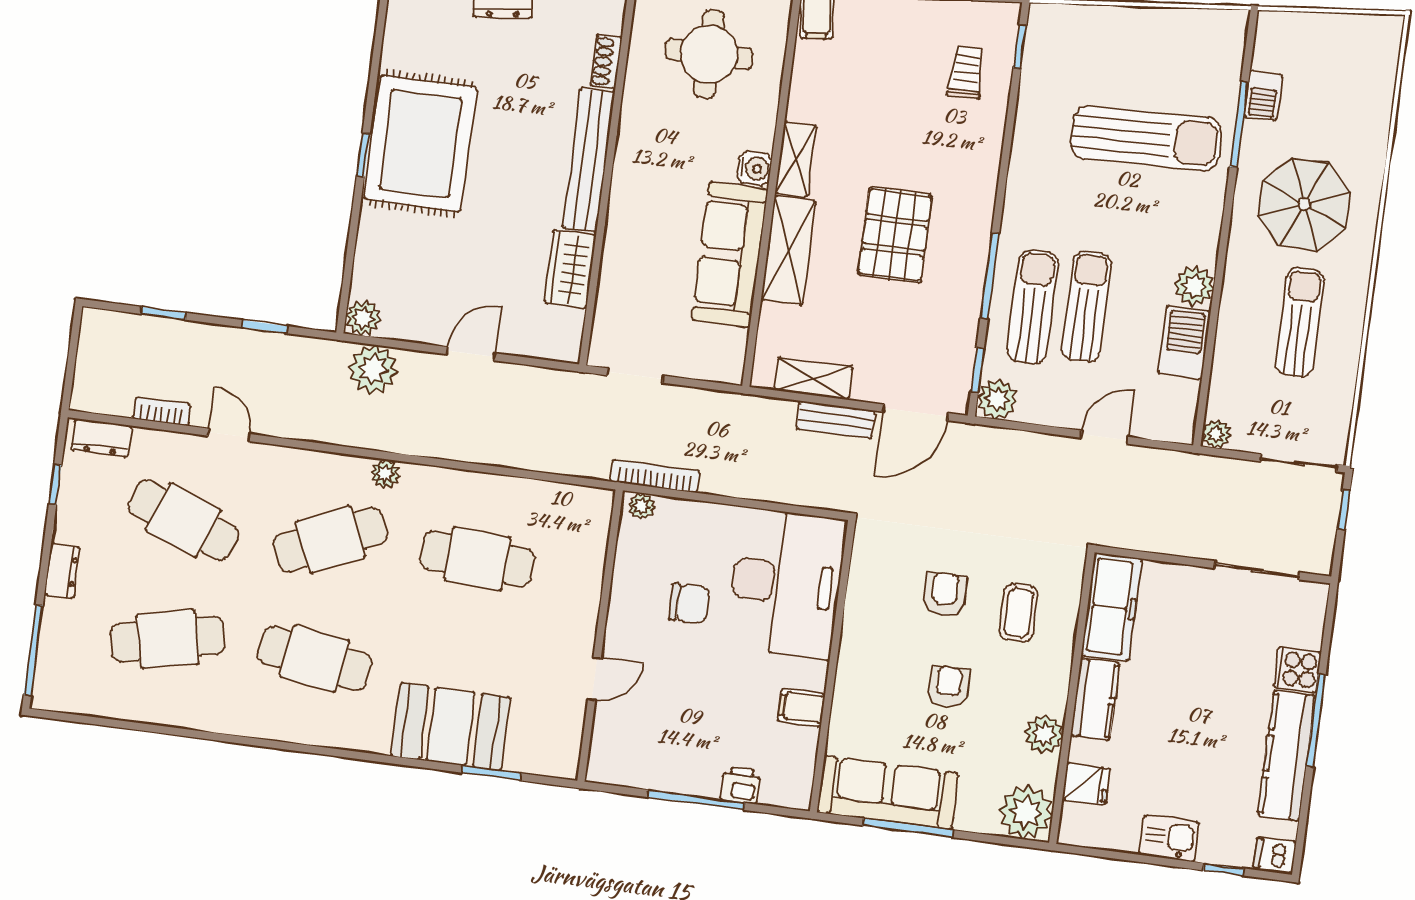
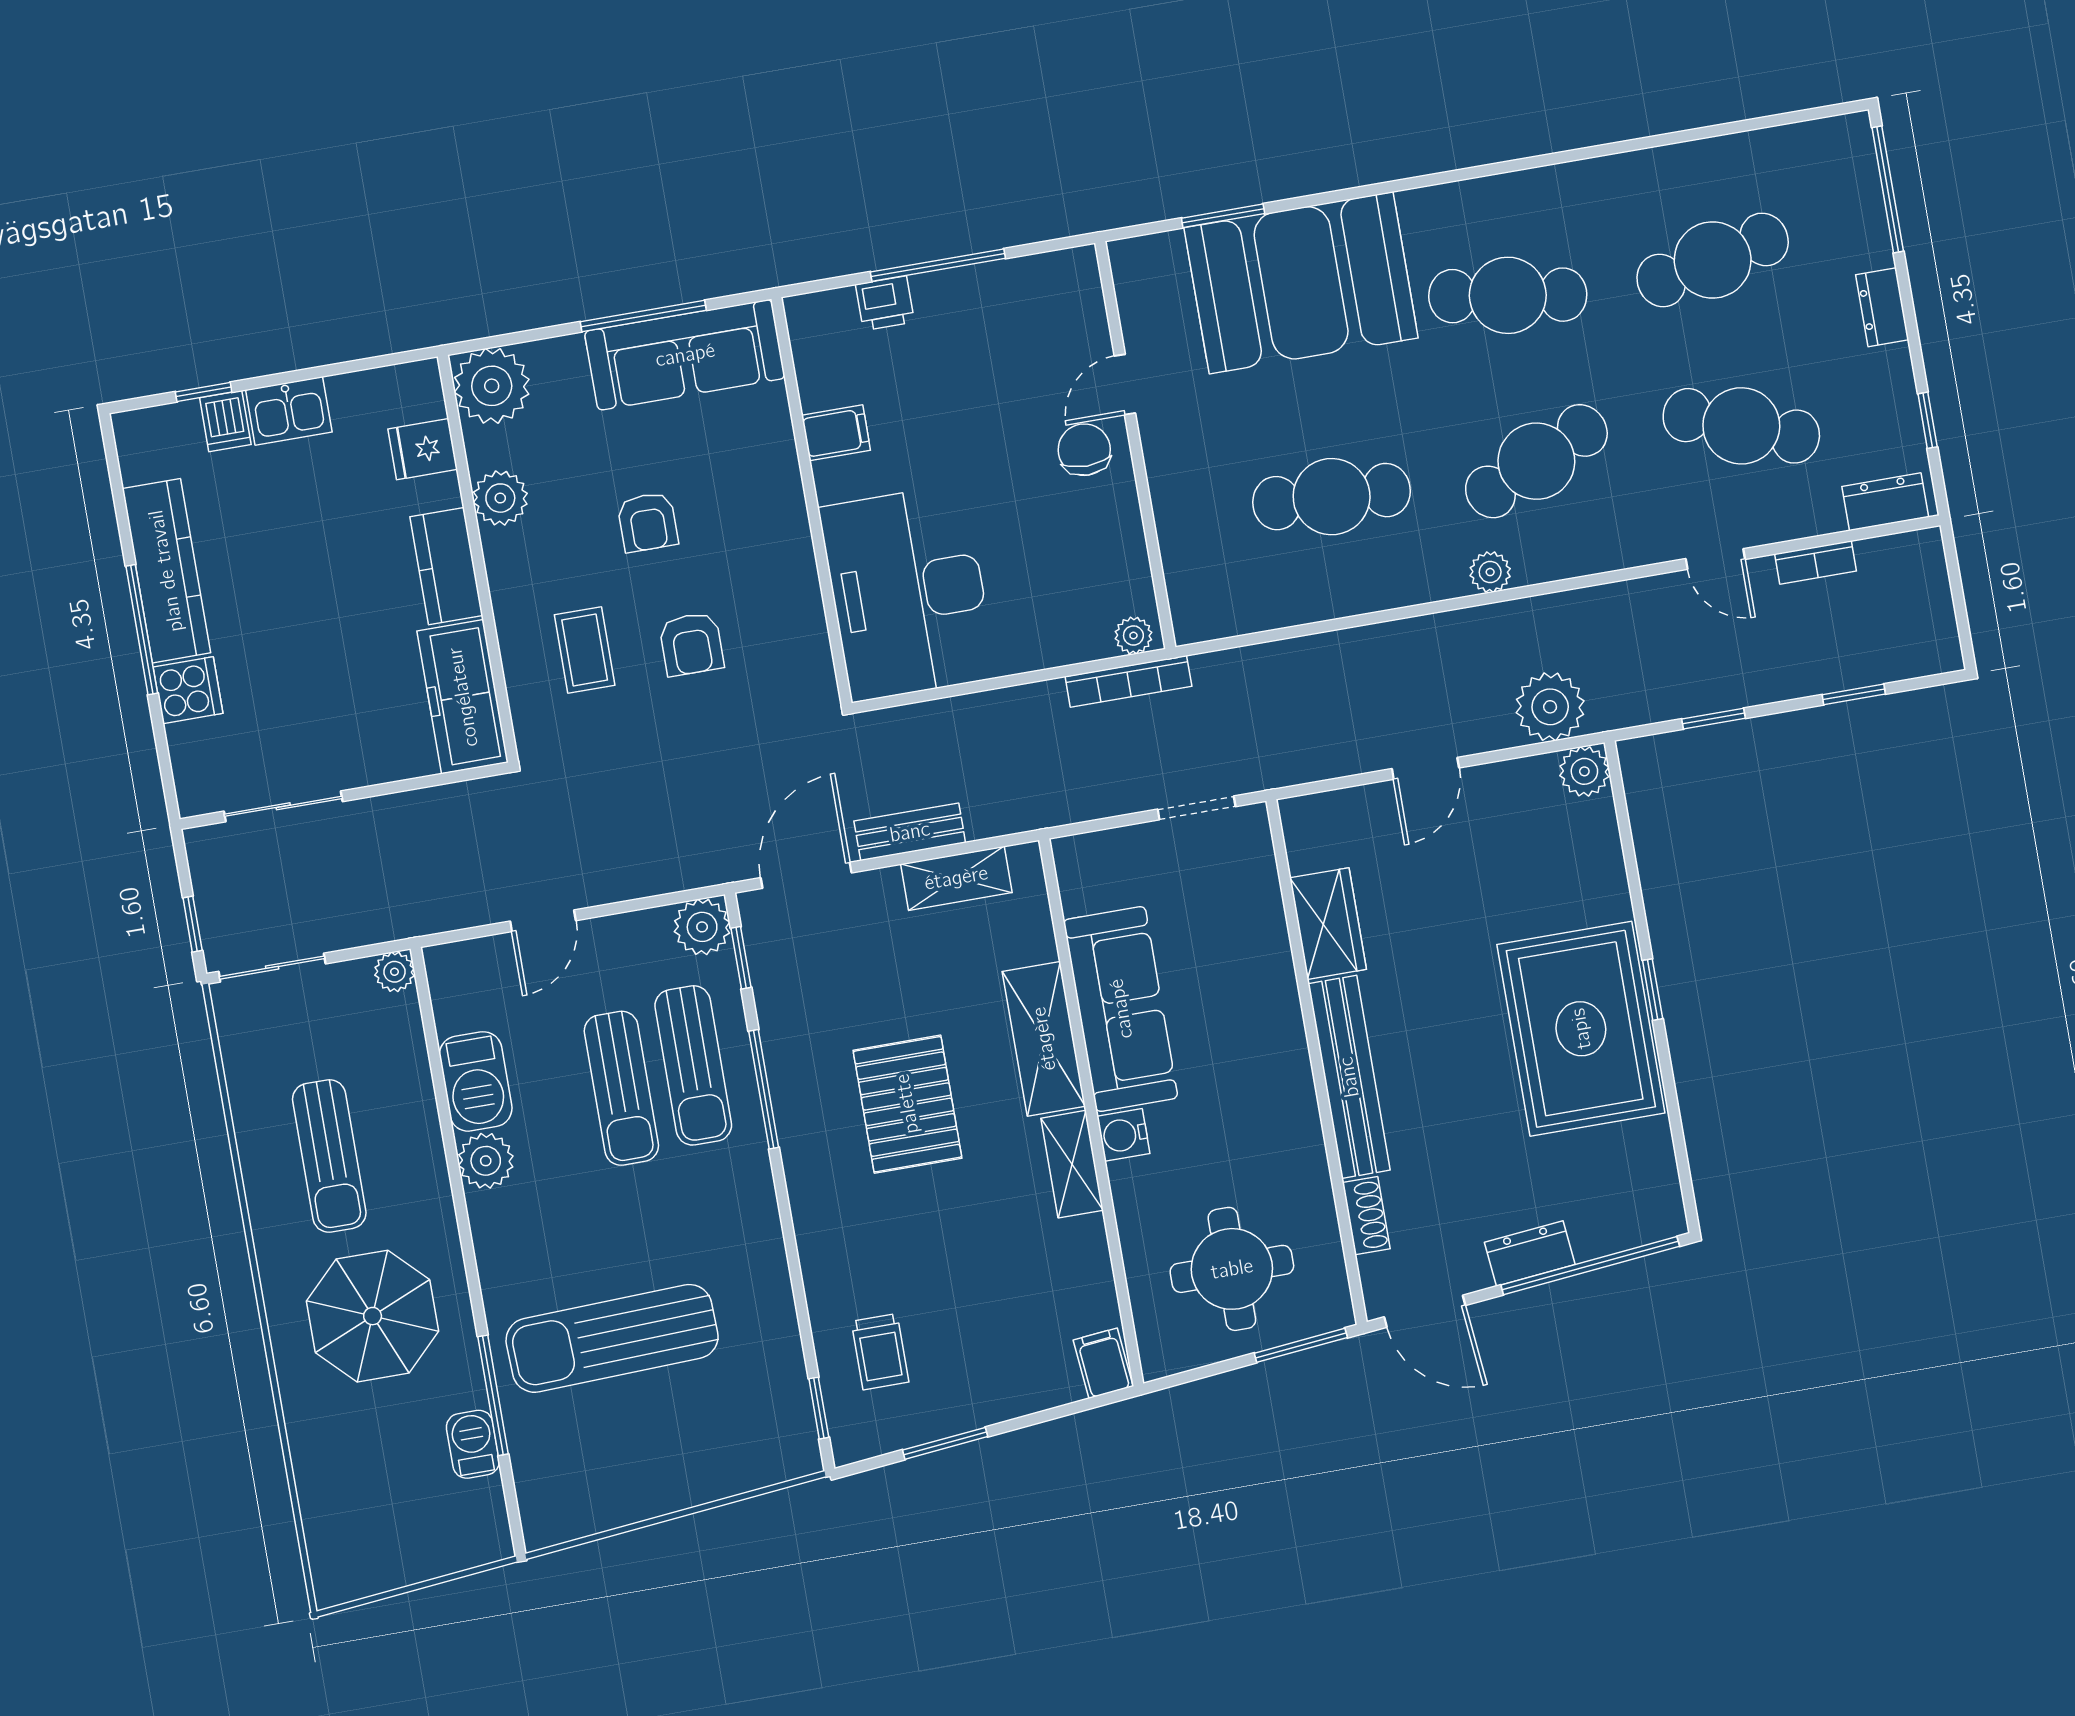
chair: (689, 603) -> (1084, 450), moved, turned 90
booth: (451, 727) -> (1301, 283), width x1.36, depth x1.42
dishwasher: (1275, 855) -> (225, 421), moved, turned 90

